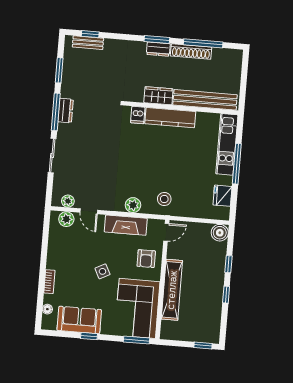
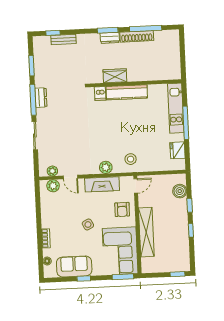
bench: (88, 43) -> (64, 39), moved
bench: (205, 100) -> (153, 74), removed
boiler: (220, 233) -> (180, 191), moved

